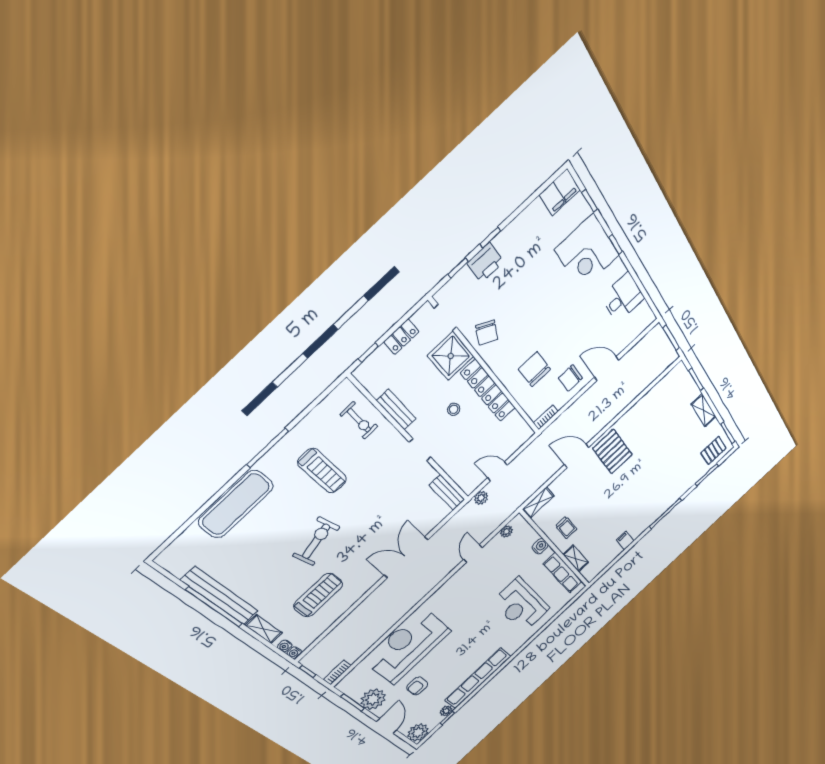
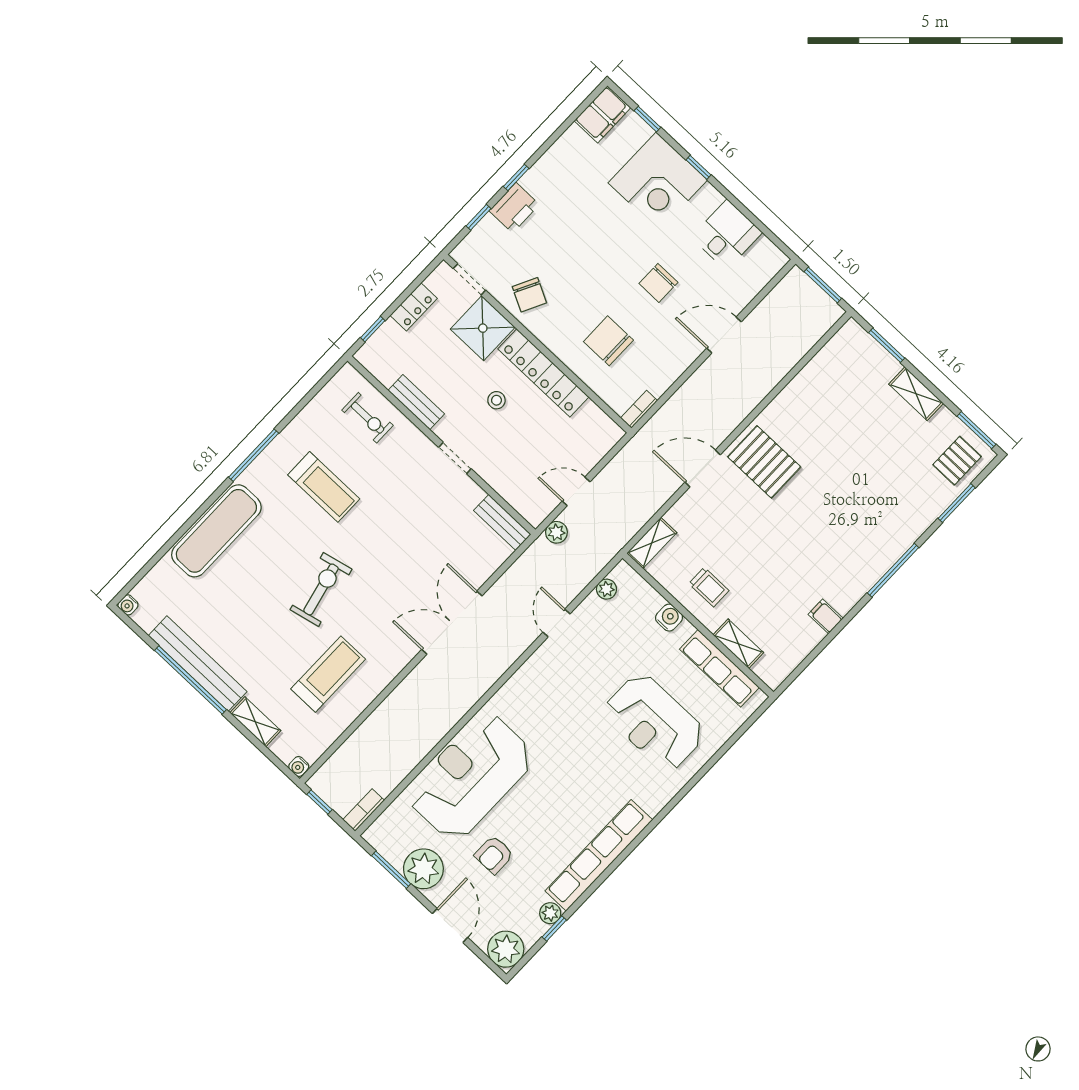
chair: (570, 378) -> (658, 283), moved
water cooler: (285, 646) -> (128, 605), moved

